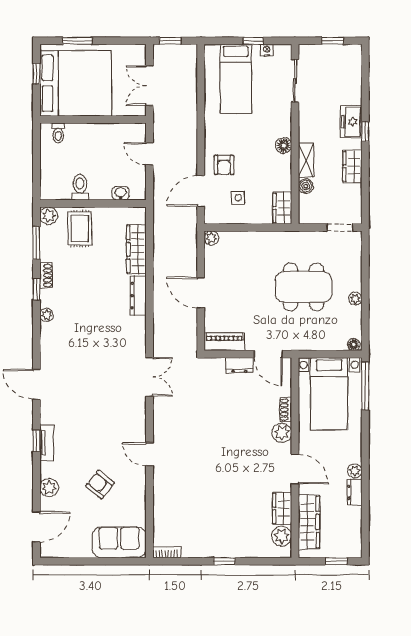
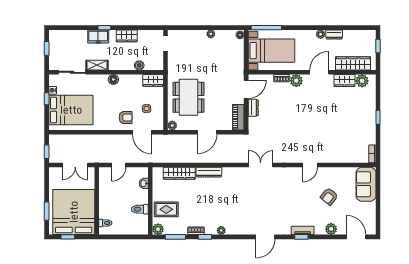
bed: (236, 79) -> (71, 110), width x1.50
shelving: (306, 160) -> (97, 65), moved
dining table: (304, 287) -> (189, 97), moved

